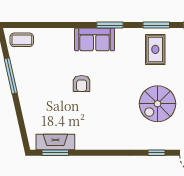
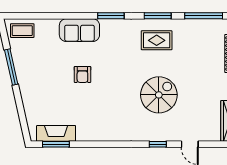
sofa: (95, 39) -> (79, 30), moved
rug: (155, 49) -> (157, 40), turned 90
spiral stairs: (158, 104) -> (159, 95), turned 180

